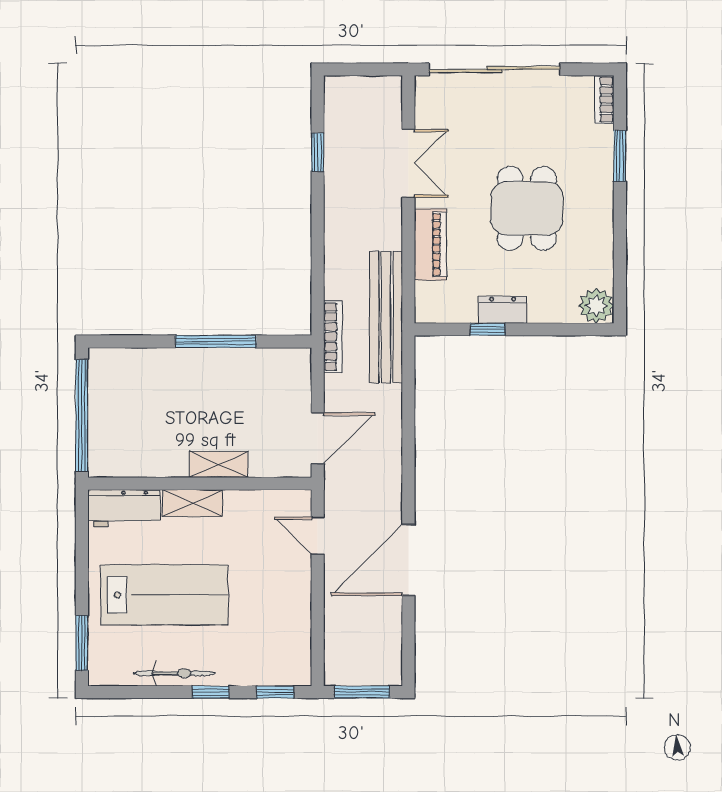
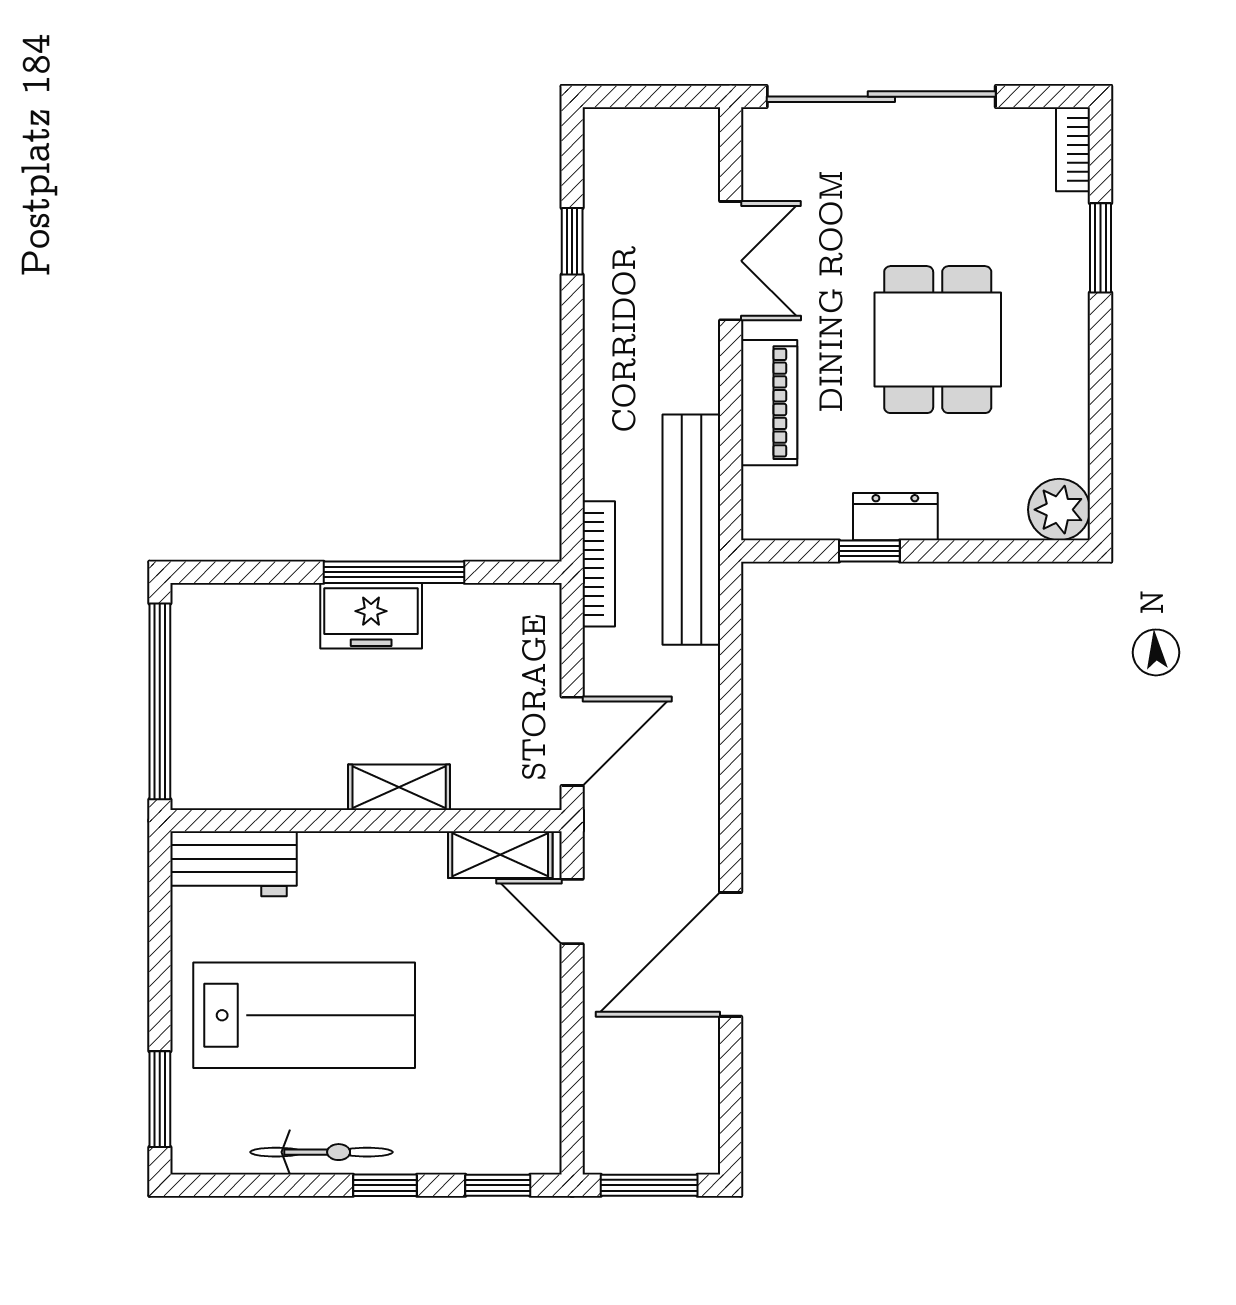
freezer: (203, 366) -> (371, 616), added
shelving: (192, 503) -> (500, 855), moved

